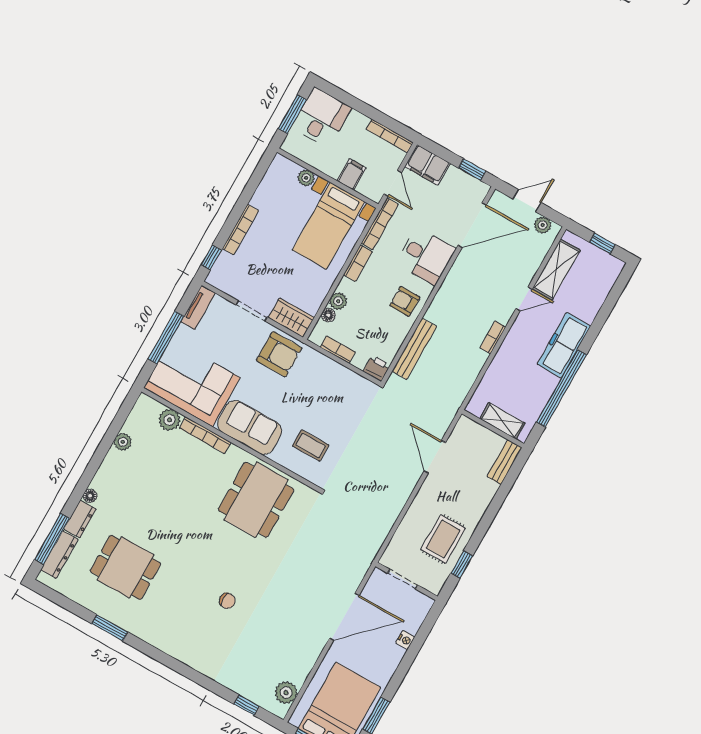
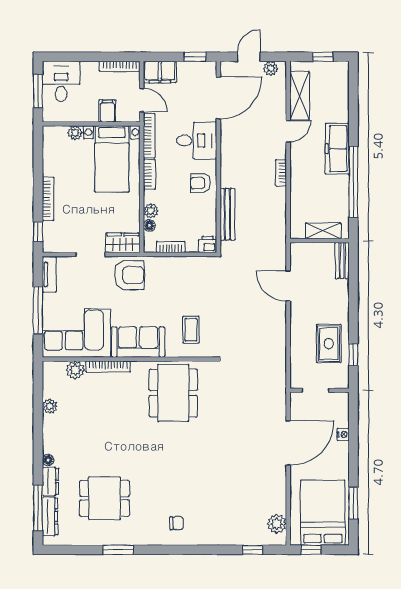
coffee table: (311, 445) -> (191, 330), turned 90
chair: (227, 601) -> (177, 523), moved

